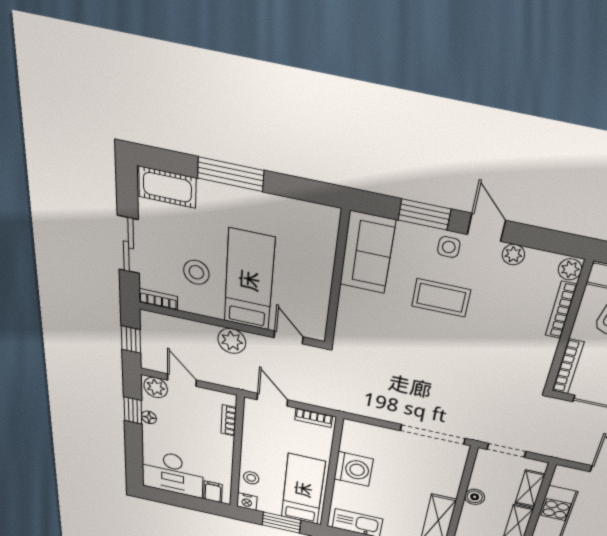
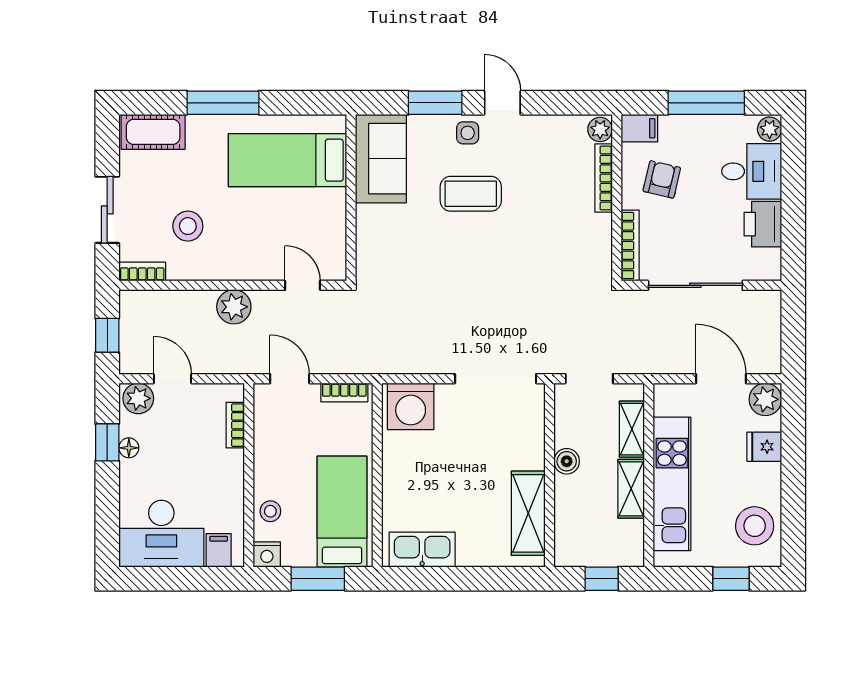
plant: (513, 255) -> (537, 126), removed
bed: (249, 280) -> (288, 160), moved, turned -90
washing machine: (354, 469) -> (411, 406), moved, turned 90

